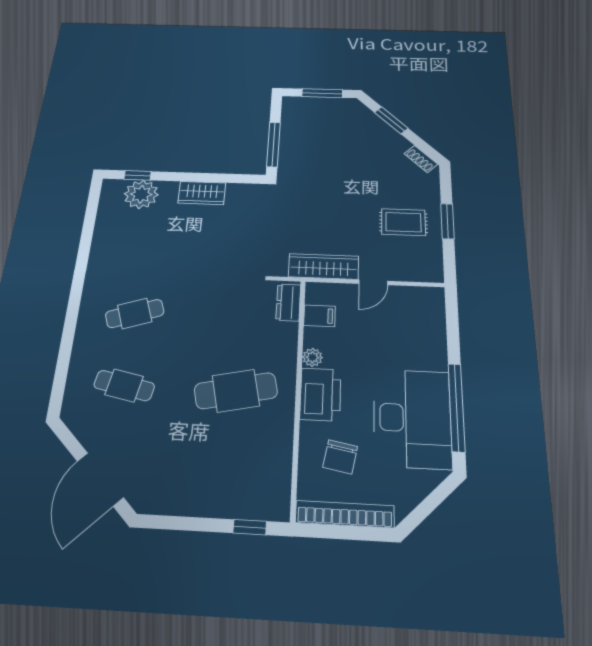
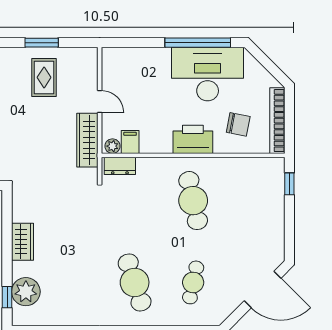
cafe table: (135, 313) -> (135, 282), width x1.37, depth x1.35
plant: (312, 357) -> (112, 146), moved

